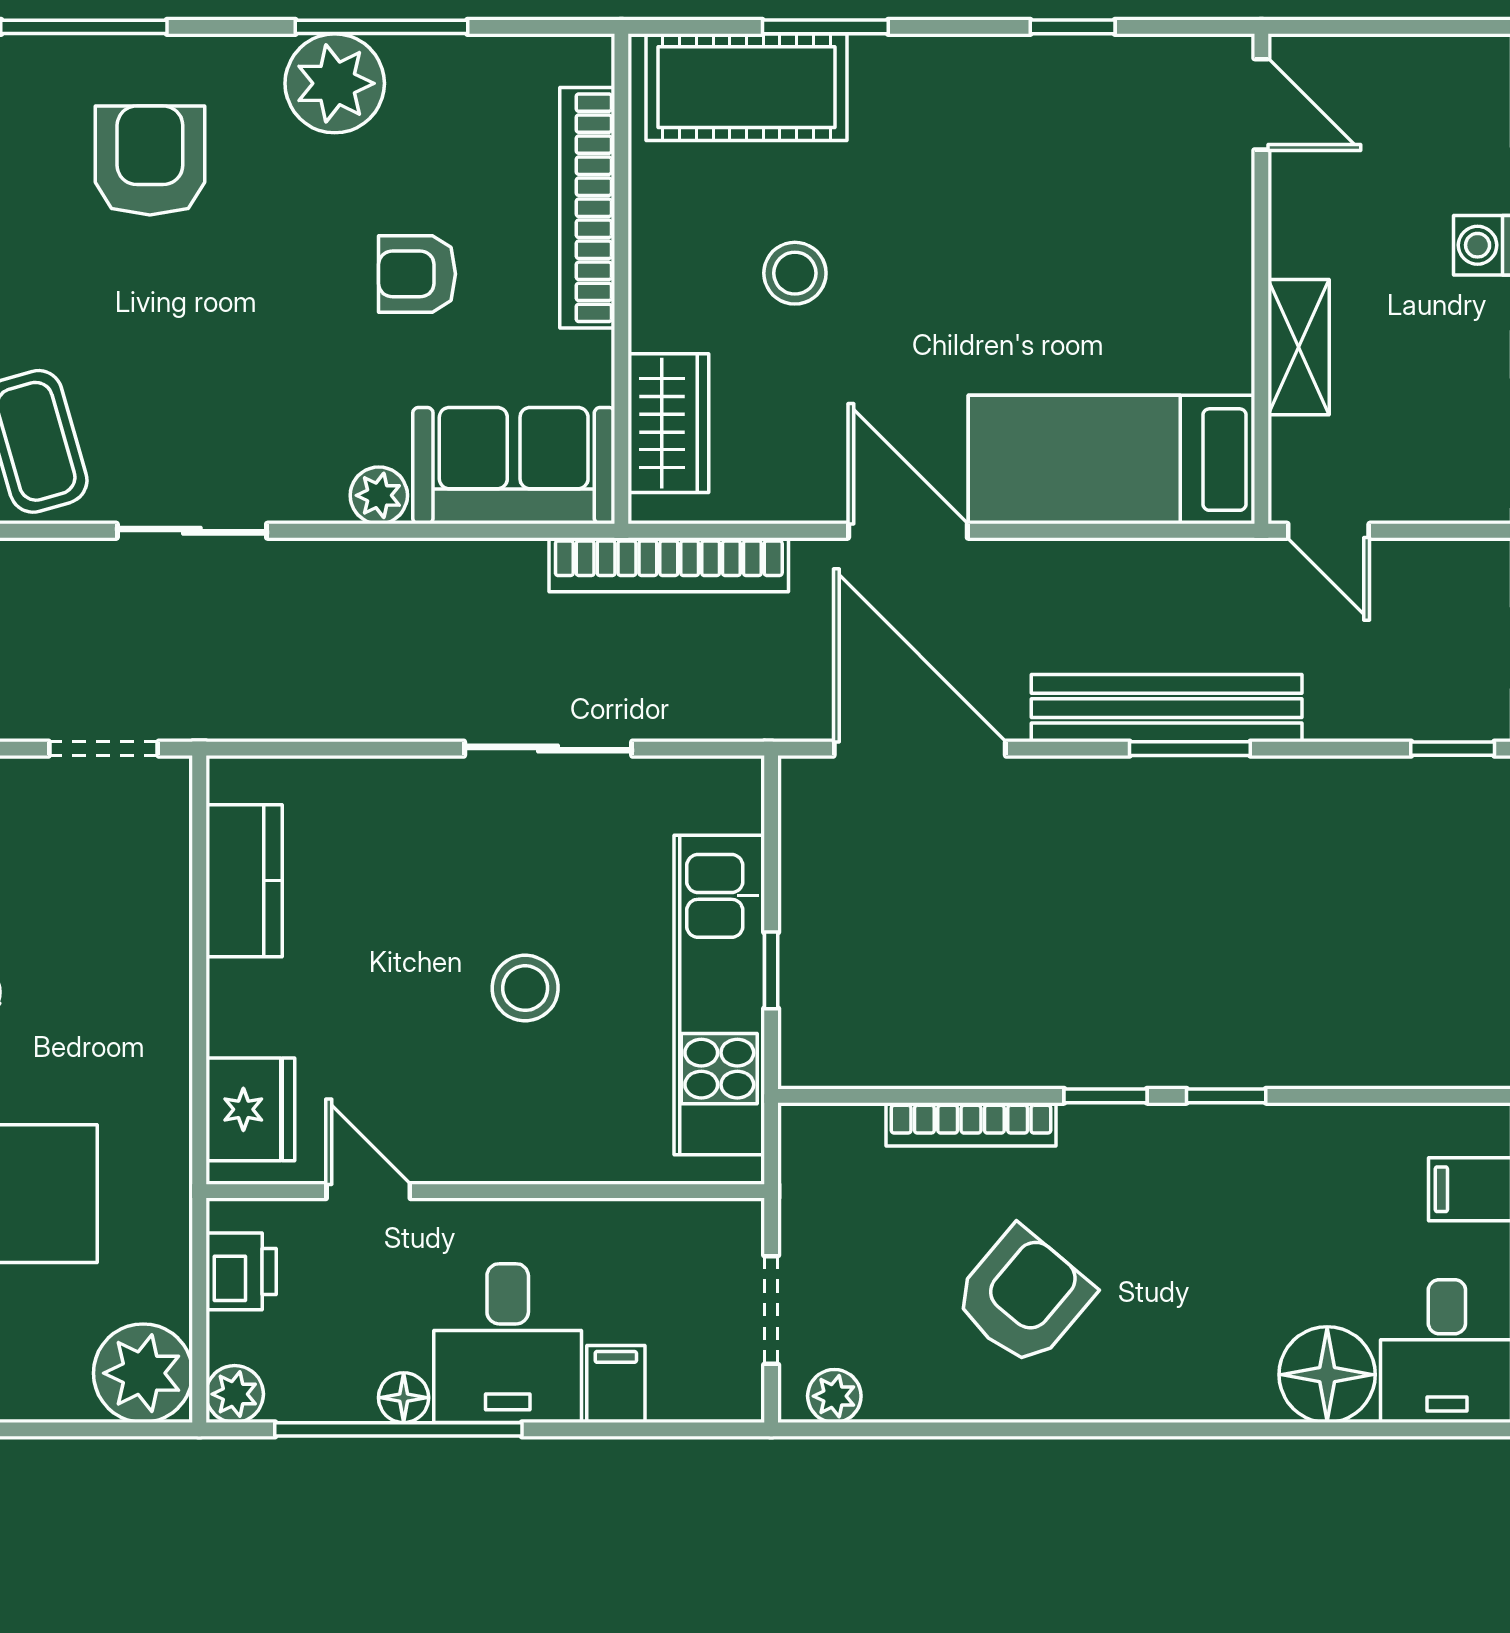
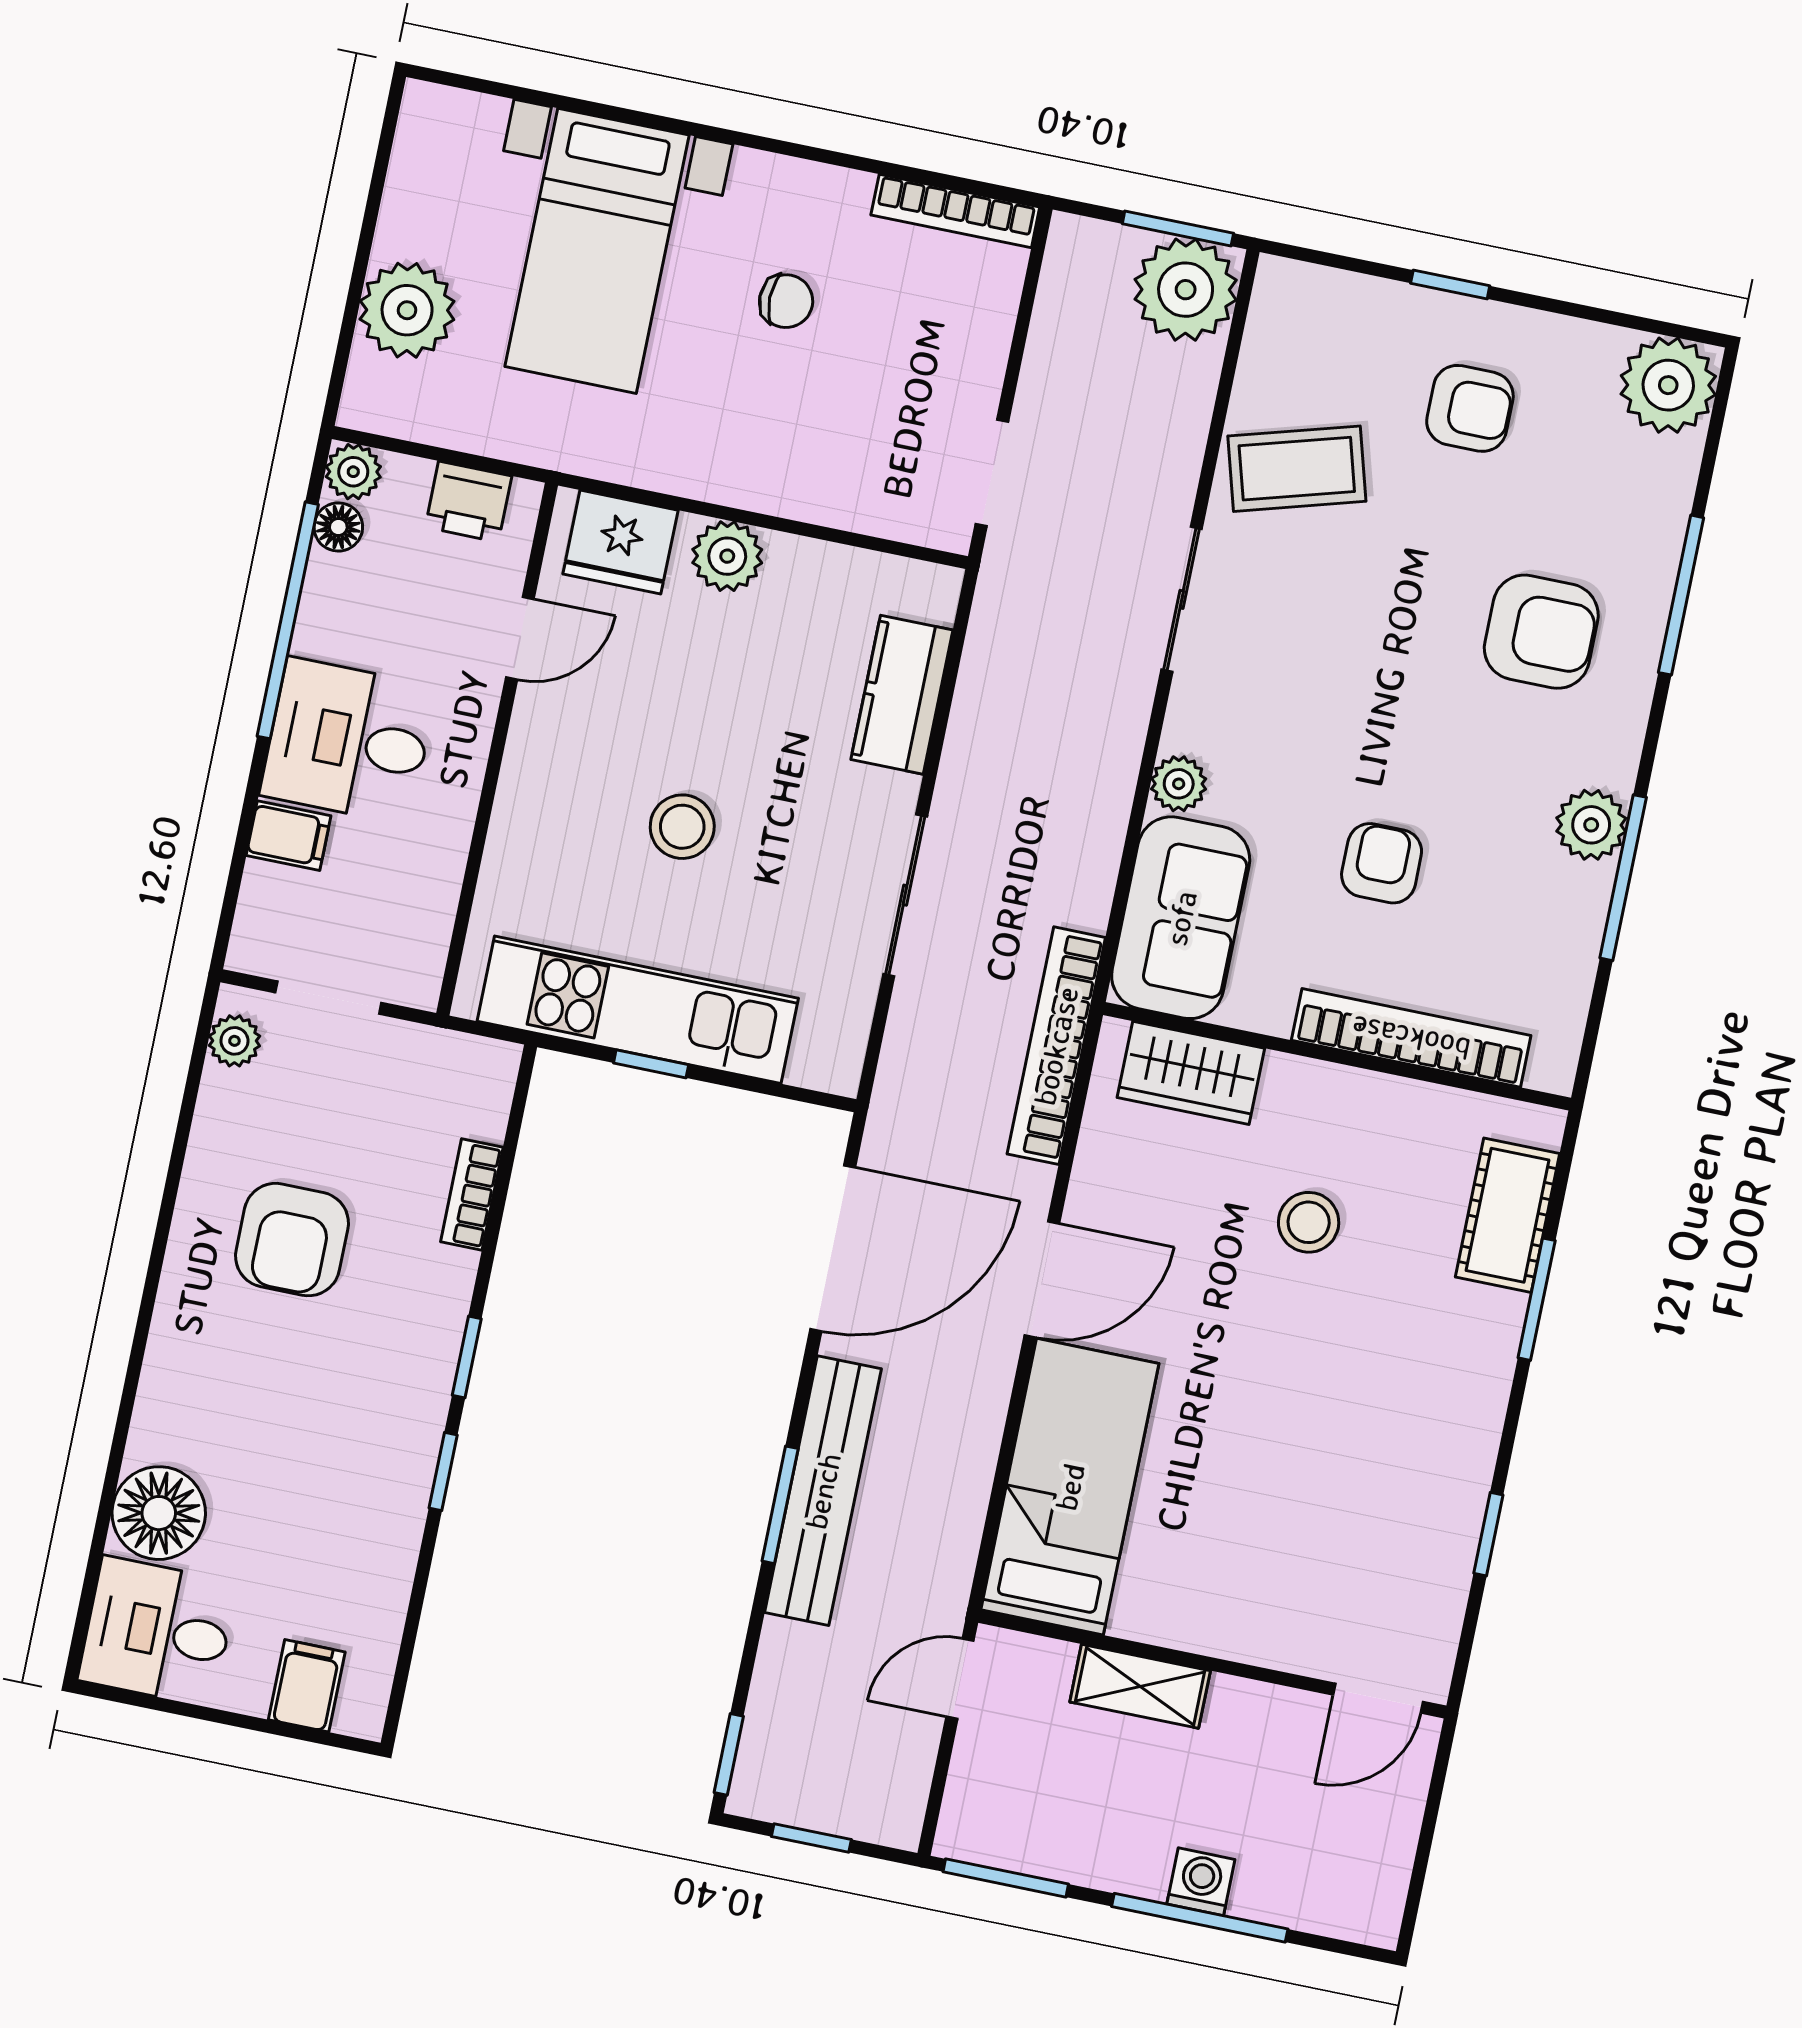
plant: (335, 83) -> (1591, 825), width x0.73, depth x0.73
cot: (747, 87) -> (1508, 1215), width x0.73, depth x0.75
kitchen counter: (244, 881) -> (902, 695), moved, turned 90
plant: (242, 999) -> (727, 556), added
bookcase: (971, 1124) -> (472, 1195), width x0.64
armchair: (1023, 1297) -> (292, 1240), turned 50
plant: (143, 1373) -> (407, 310), moved
floor lamp: (404, 1398) -> (338, 527), moved

